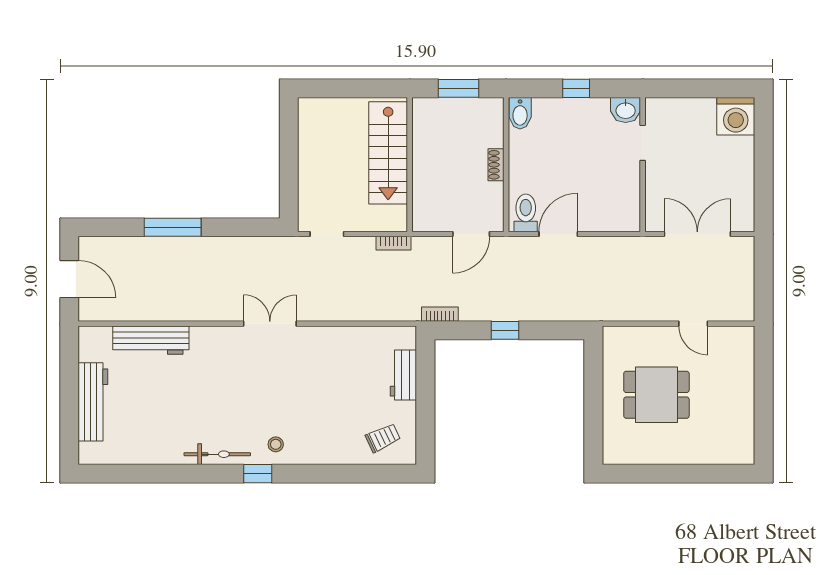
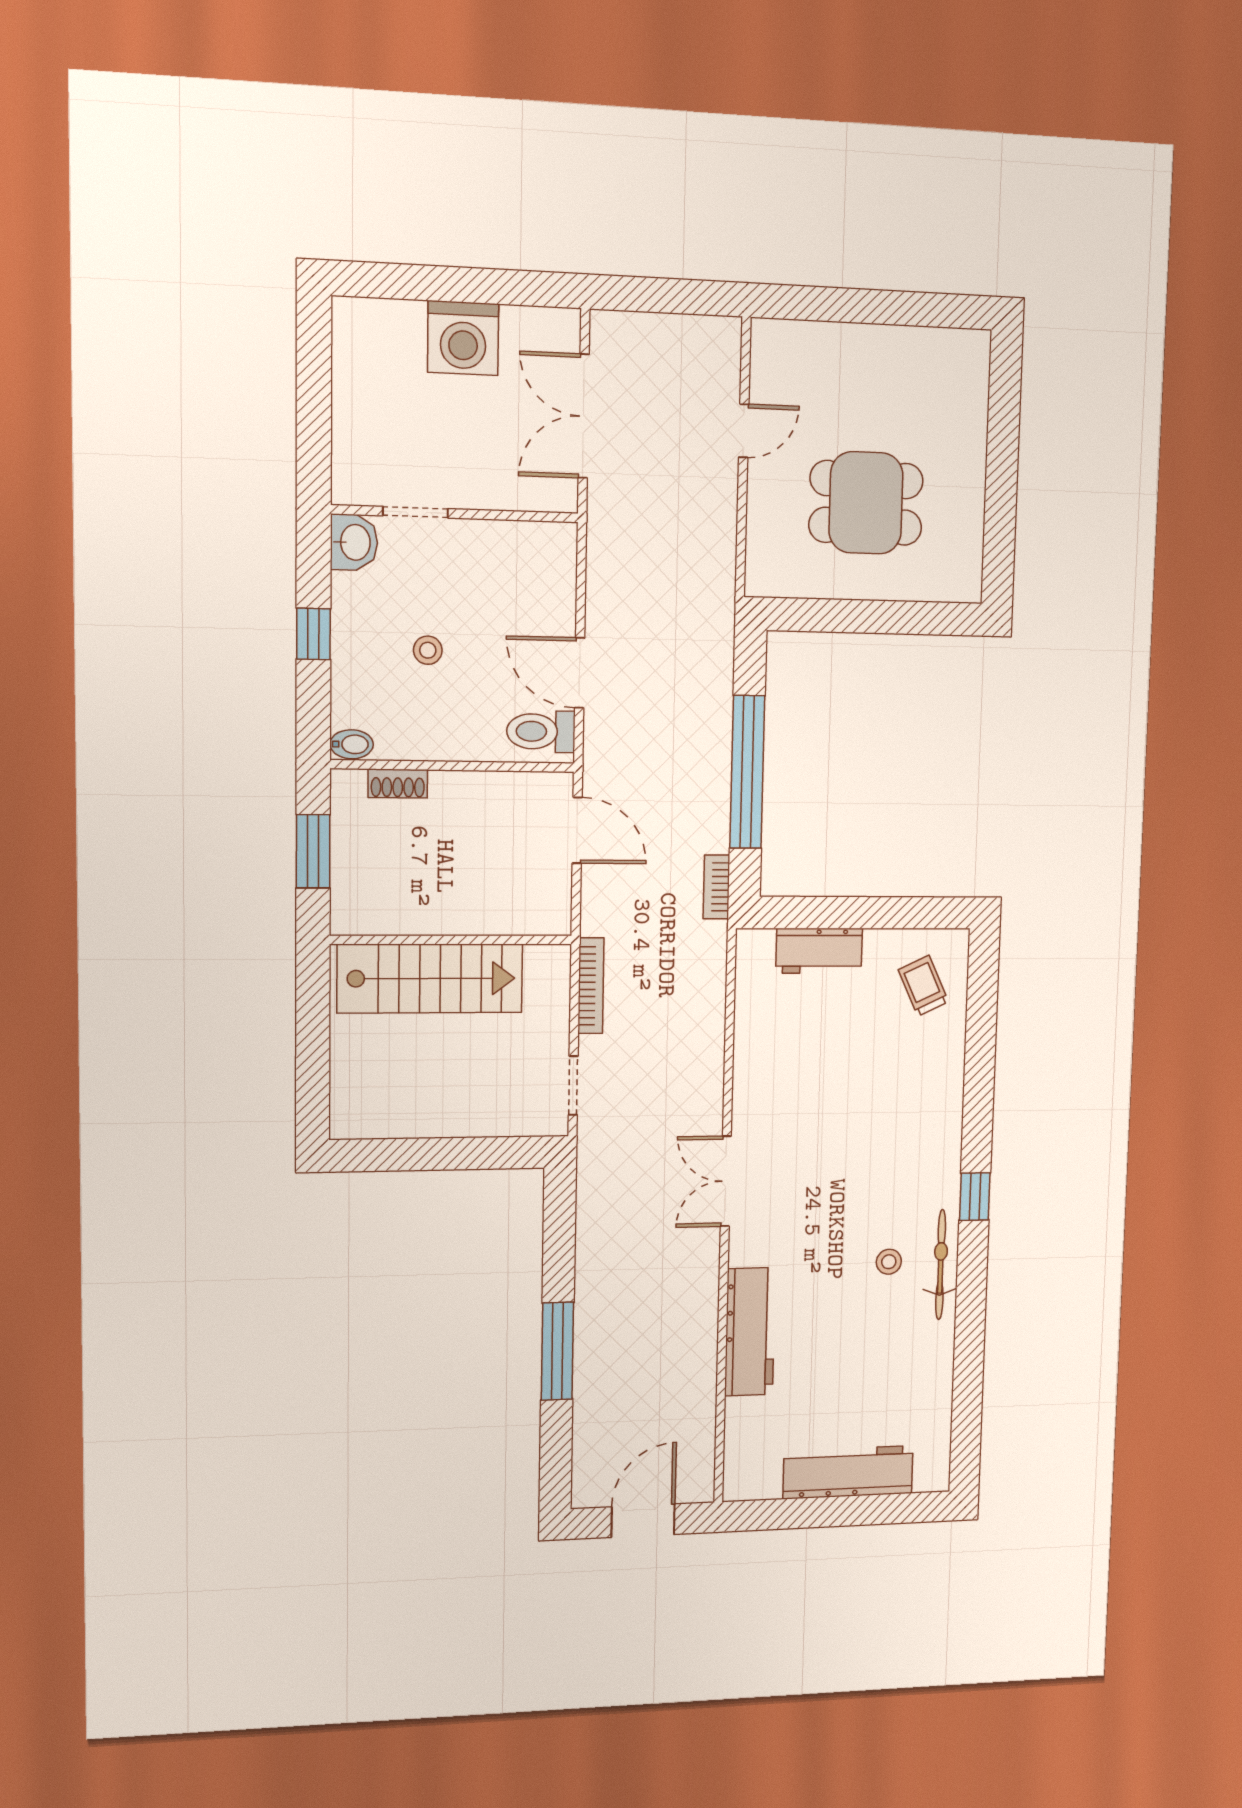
bidet: (520, 113) -> (352, 744), width x0.72, depth x0.74
washing machine: (736, 116) -> (463, 338), moved, turned 90
stool: (569, 150) -> (428, 650), added
shoe rack: (496, 165) -> (398, 784), moved
bookcase: (394, 243) -> (591, 986), width x1.56
window: (505, 330) -> (747, 772), width x3.17
workbench: (151, 340) -> (750, 1332), moved
dining table: (656, 395) -> (866, 503), turned 90
stool: (276, 444) -> (889, 1262), moved

